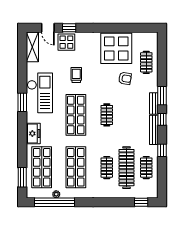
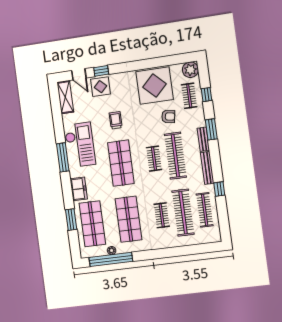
plant: (151, 39) -> (190, 70), added
window: (22, 102) -> (63, 157), width x1.44
clothes rail: (127, 115) -> (175, 156), added
window: (162, 119) -> (206, 95), moved
clothes rail: (146, 168) -> (205, 210), width x1.36
window: (22, 177) -> (71, 220), moved
window: (141, 202) -> (204, 248), removed

